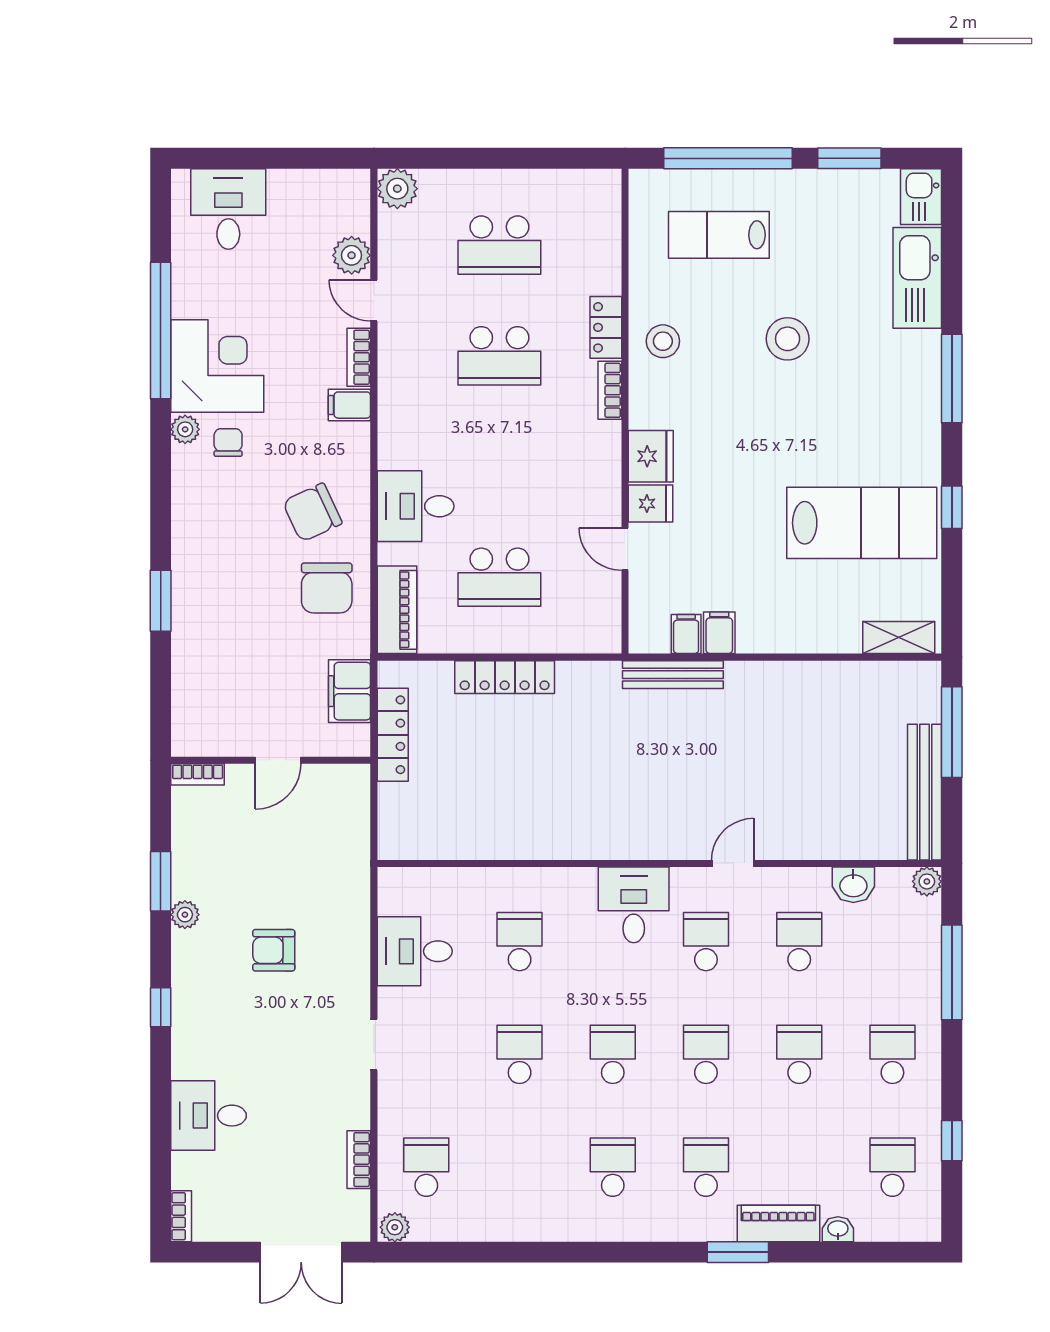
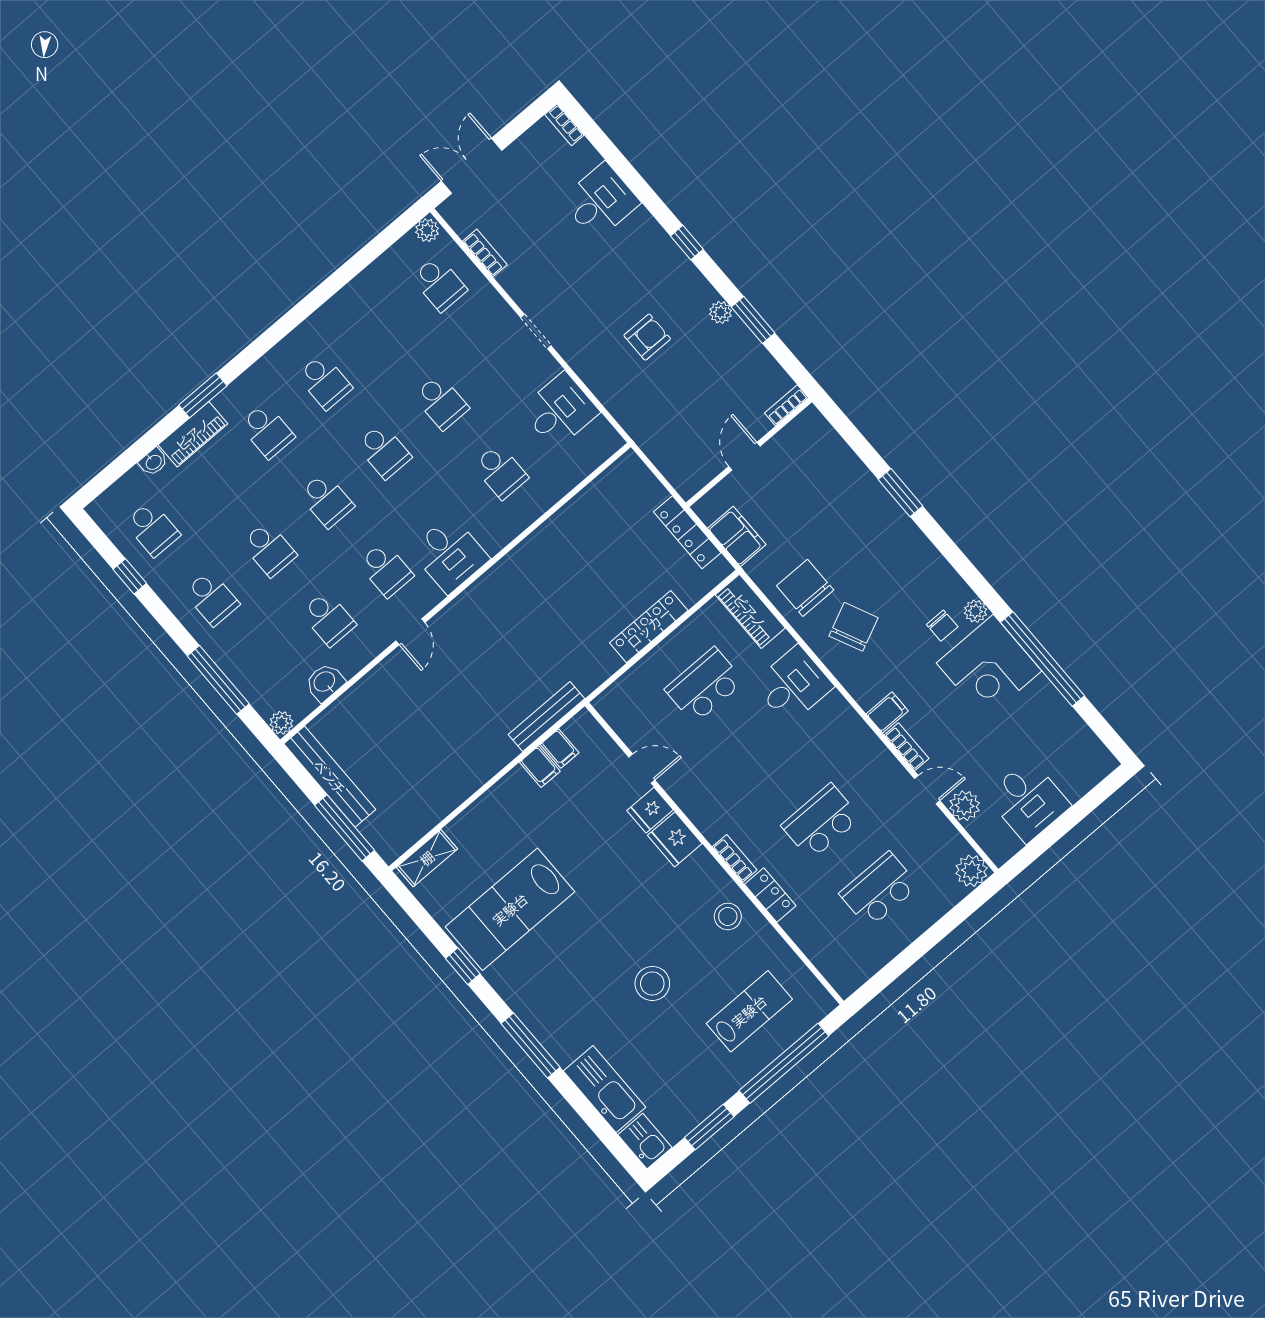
desk: (228, 209) -> (1028, 801), moved

